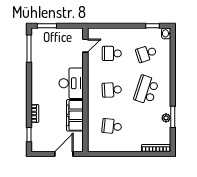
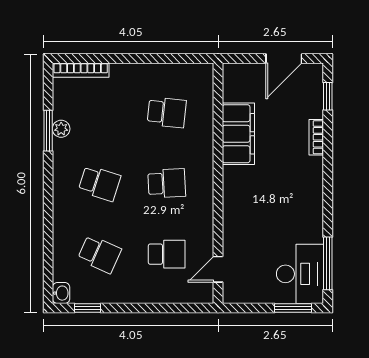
school desk: (146, 53) -> (99, 254), turned 42
desk: (71, 83) -> (300, 274), moved, turned 180
school desk: (146, 90) -> (99, 183), width x0.54
door: (64, 154) -> (284, 59), moved

